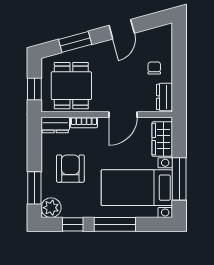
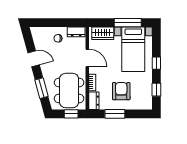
dining table: (71, 86) -> (69, 91), width x1.38
armchair: (70, 169) -> (121, 91), turned 90
window: (34, 188) -> (115, 114), moved
plant: (51, 208) -> (146, 103), removed
window: (115, 224) -> (156, 63), width x0.46

